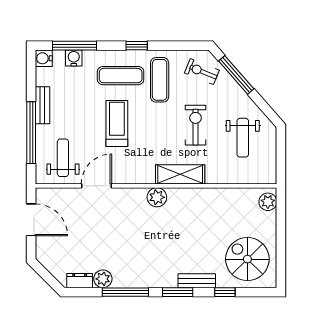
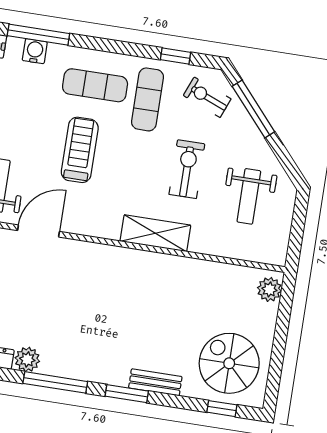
window: (137, 46) -> (176, 56), moved
plant: (157, 197) -> (119, 259), removed
window: (225, 292) -> (222, 409), moved

